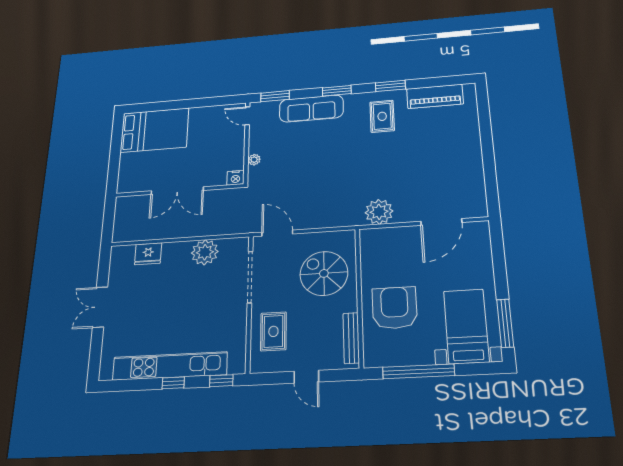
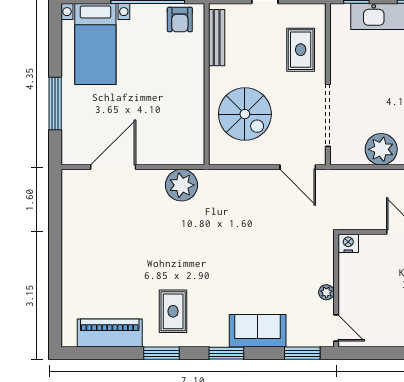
sofa: (311, 109) -> (258, 331), width x0.73
plant: (254, 160) -> (326, 292), moved
armchair: (395, 308) -> (180, 20), moved, width x0.53, depth x0.53
window: (505, 323) -> (55, 104), moved

